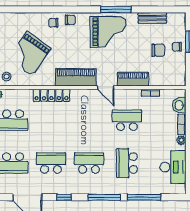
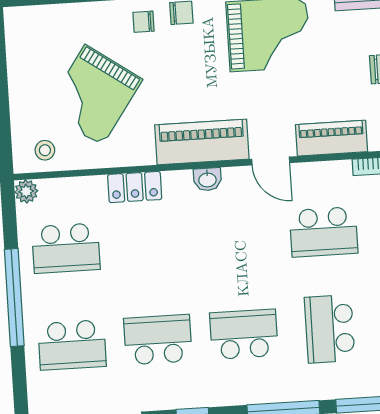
washbasin: (77, 94) -> (207, 179), added
locker: (51, 95) -> (135, 187), width x0.66
school desk: (127, 120) -> (324, 232), turned 180

